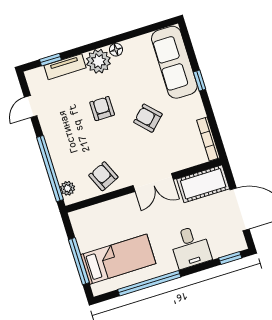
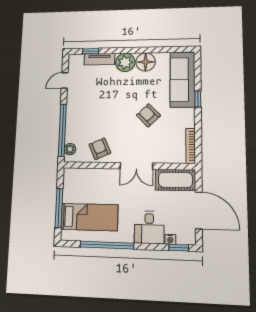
floor lamp: (116, 50) -> (146, 62), width x1.89, depth x1.89
armchair: (102, 109) -> (116, 98), removed
nightstand: (218, 252) -> (170, 239), added

